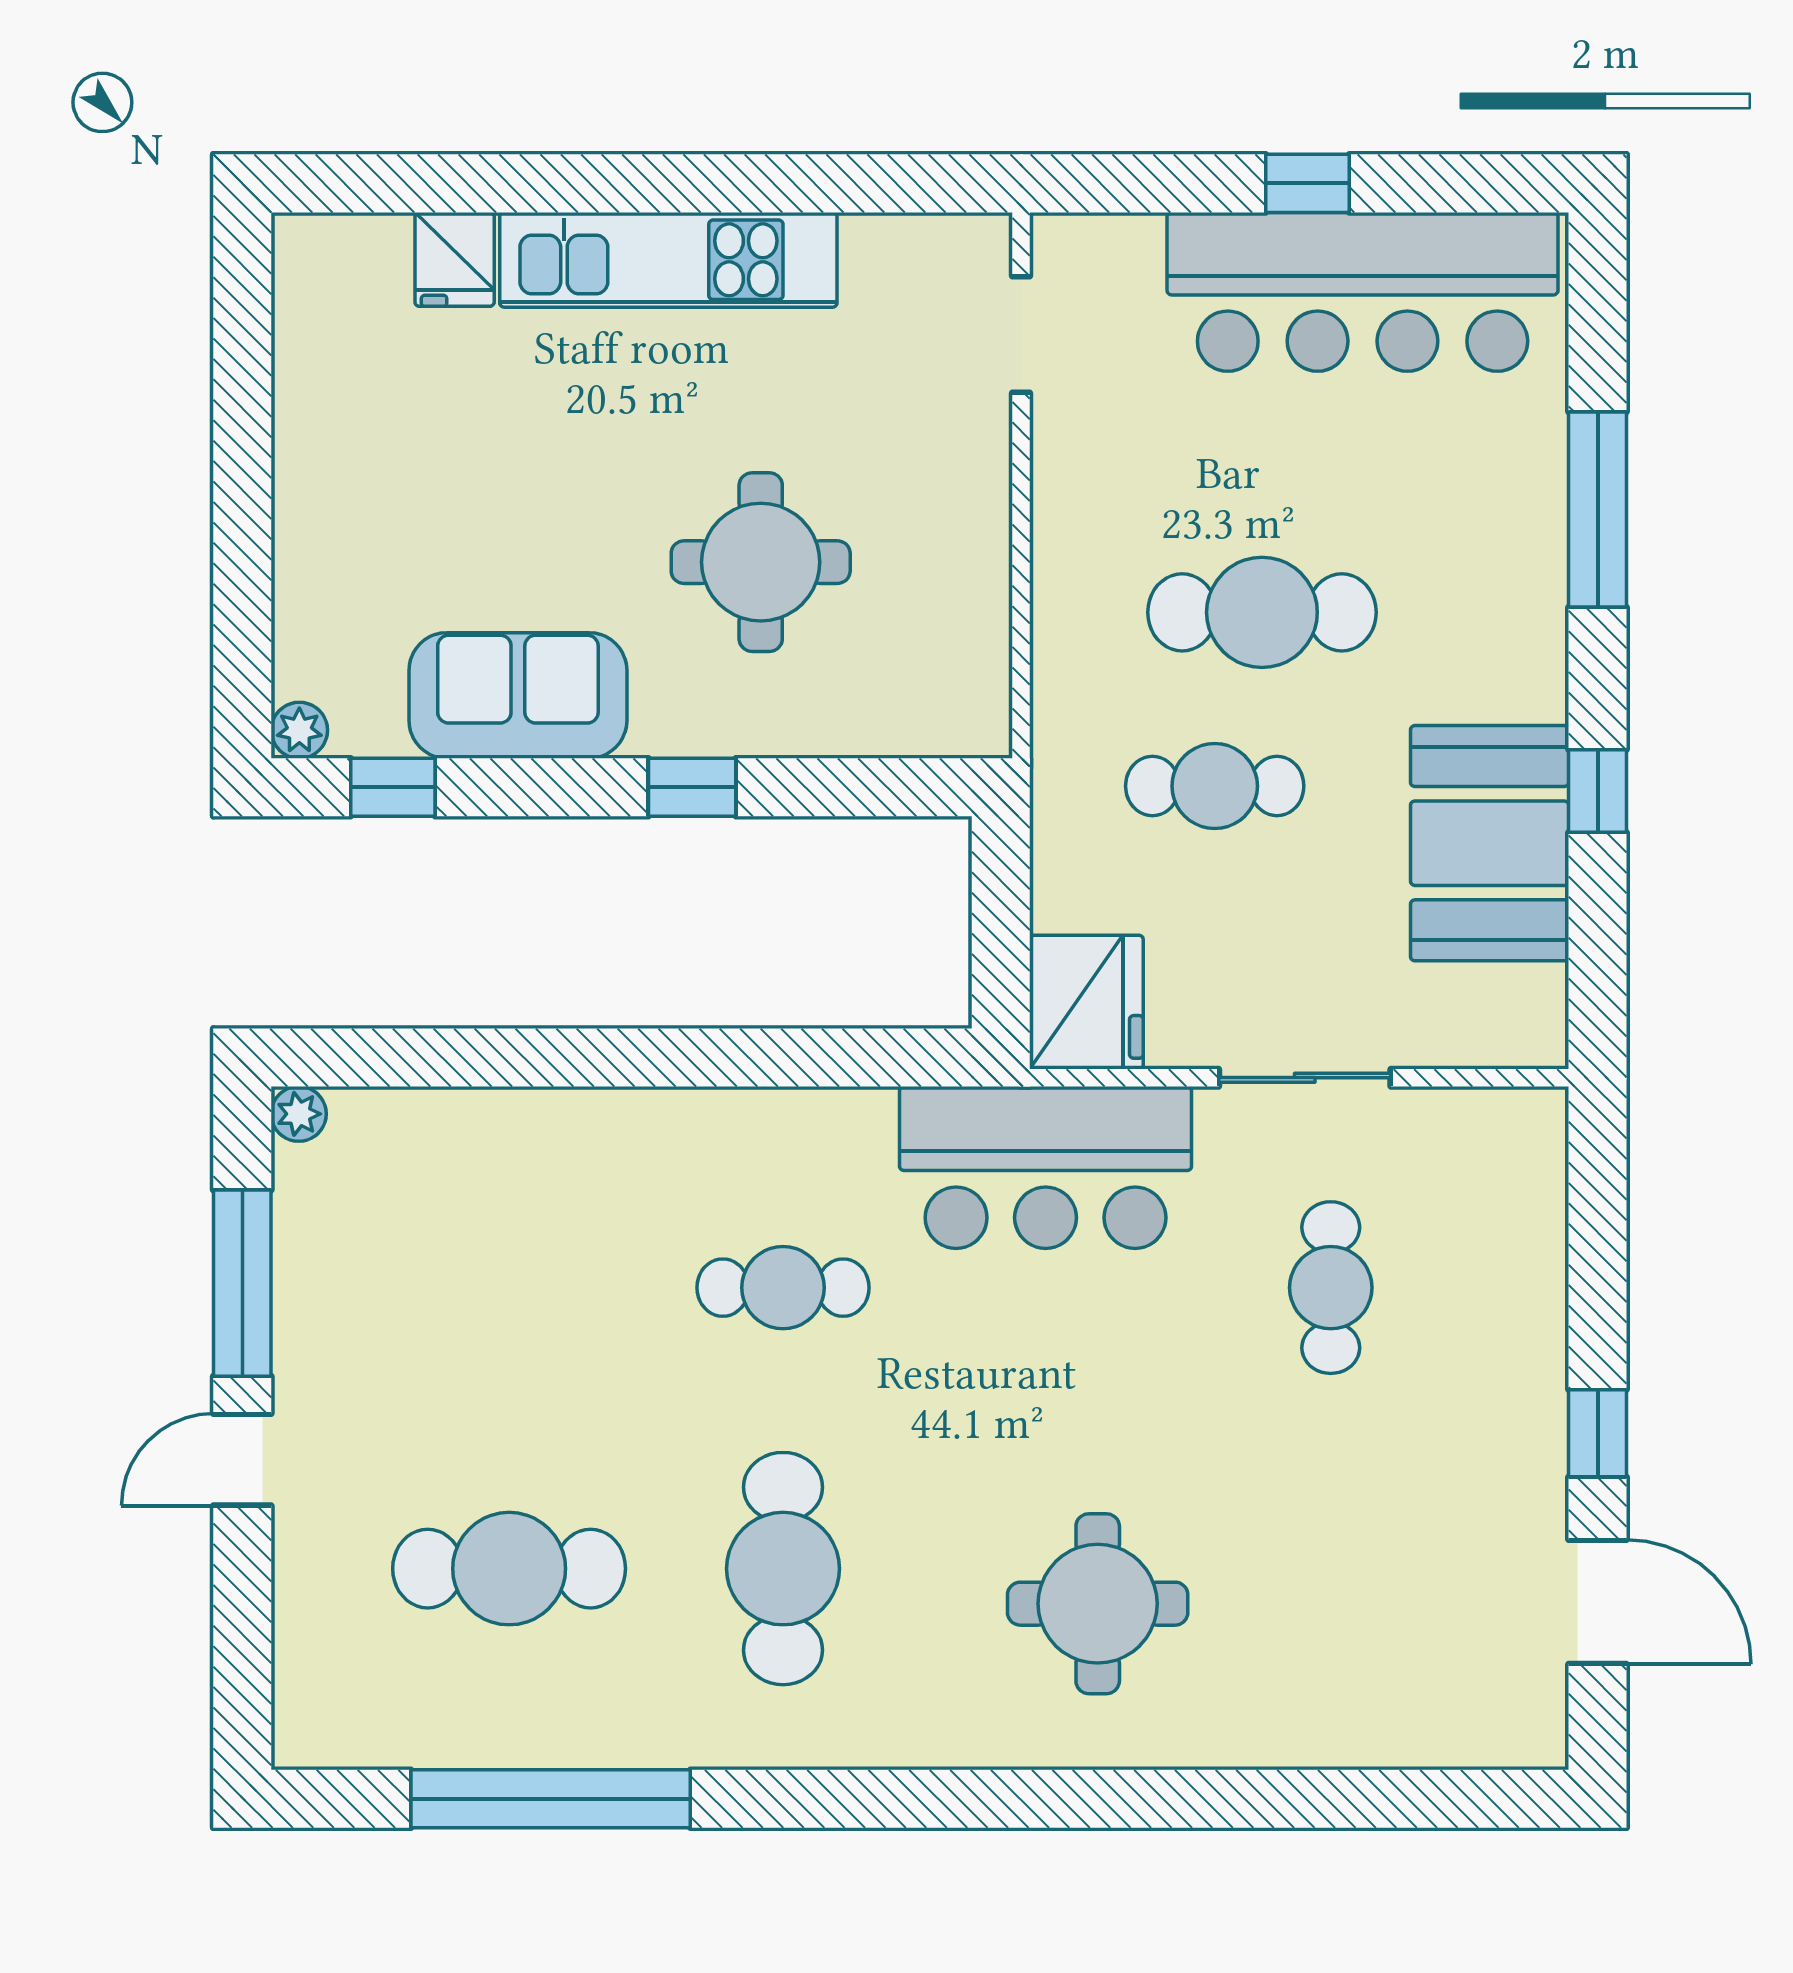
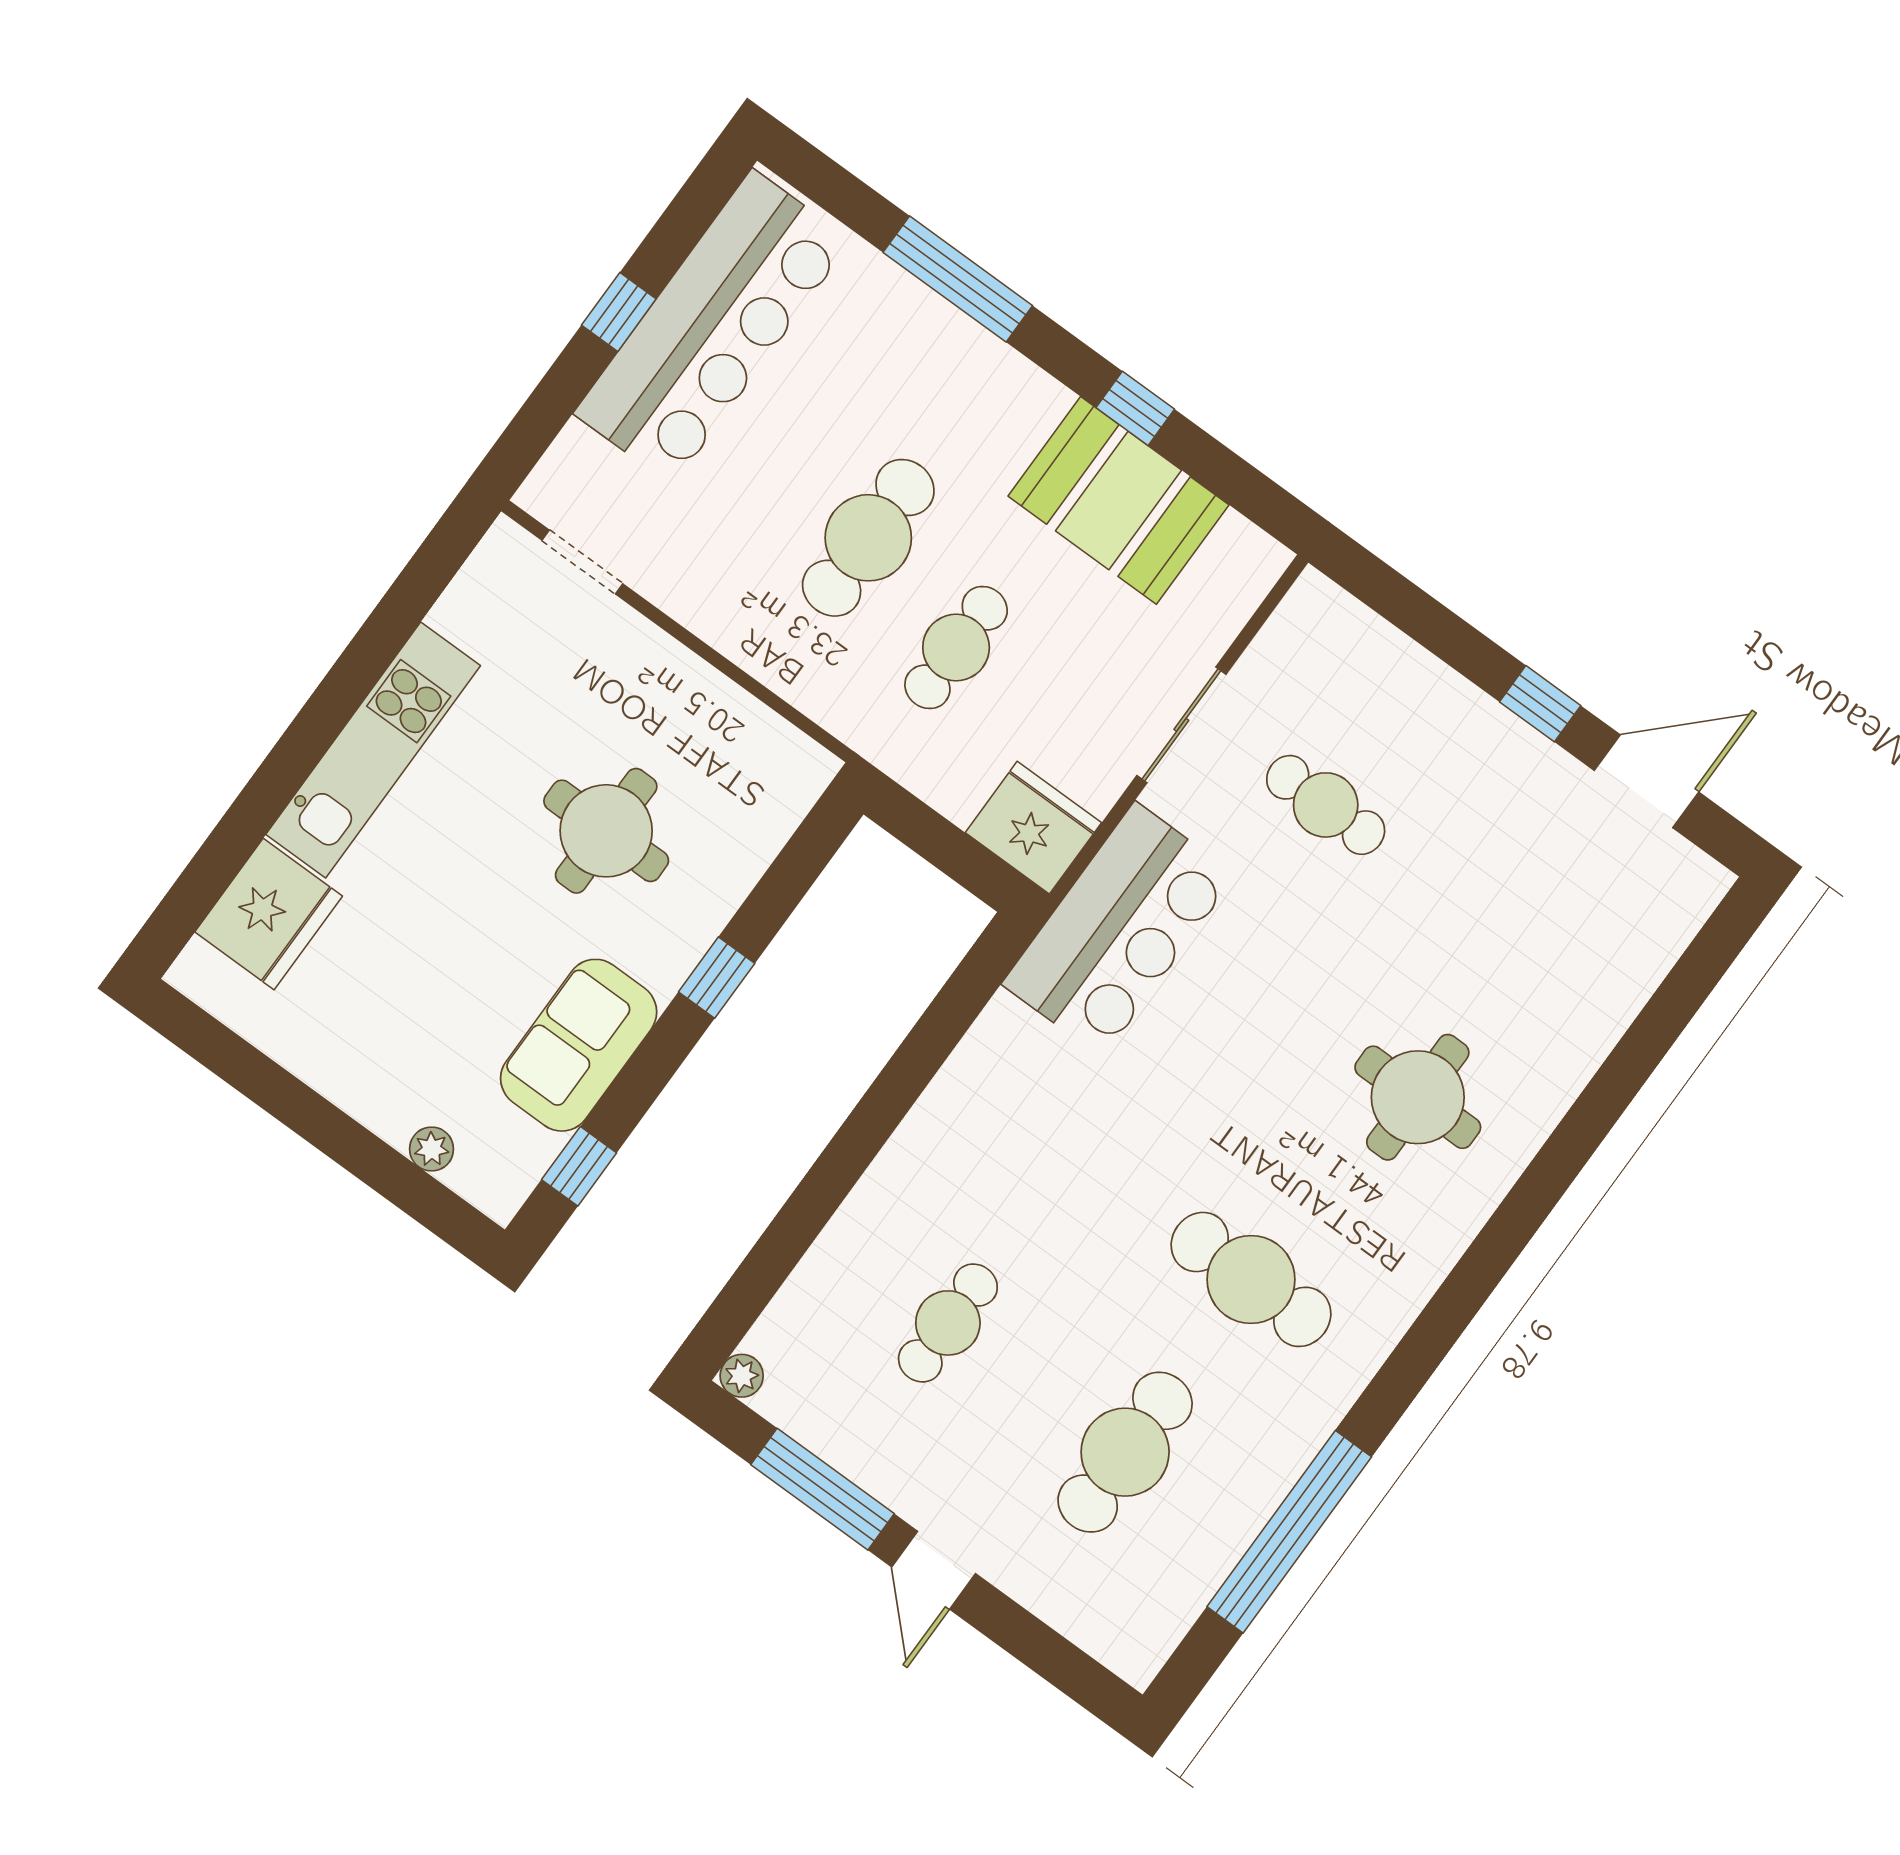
fridge: (455, 259) -> (269, 914), width x1.88, depth x1.34
plant: (299, 730) -> (432, 1149), moved
cafe table: (783, 1288) -> (948, 1323), moved

